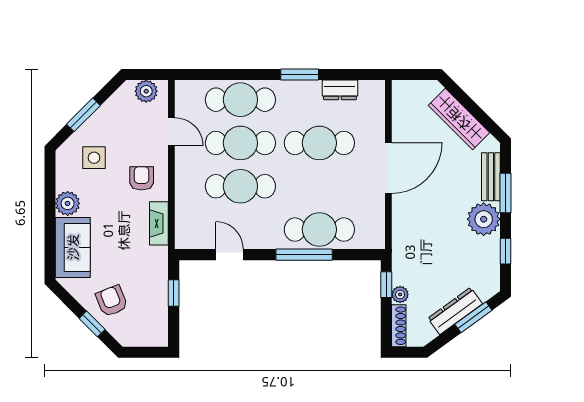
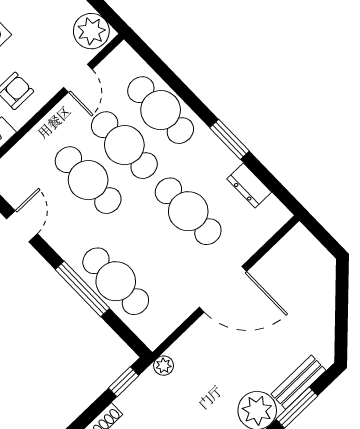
plant: (146, 91) -> (91, 31), width x1.36, depth x1.36
wardrobe: (459, 119) -> (321, 309), removed
plant: (400, 294) -> (164, 366), moved

